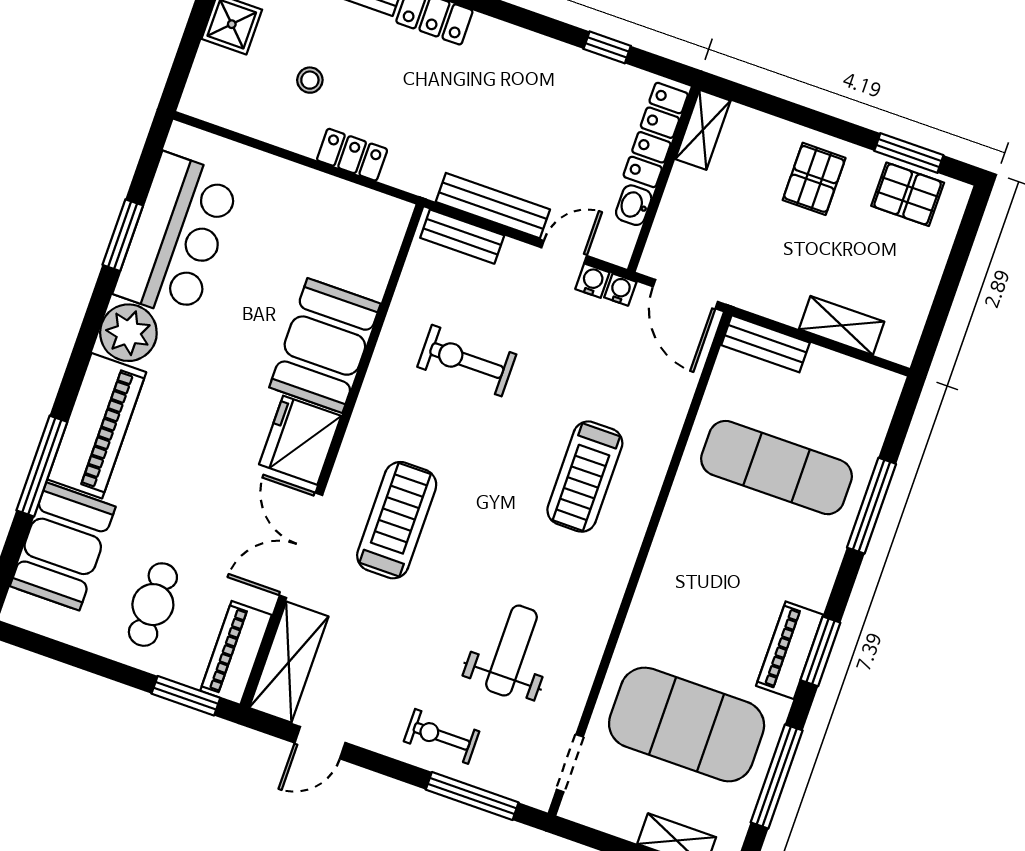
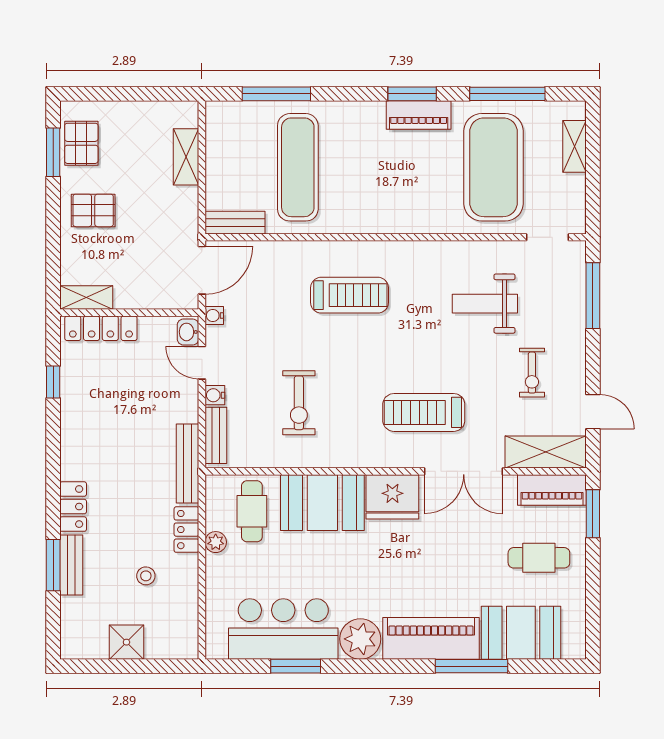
plant: (322, 187) -> (216, 542), added
washbasin: (634, 205) -> (188, 332), moved, turned 90
bench: (493, 206) -> (188, 464), moved
cafe table: (346, 249) -> (252, 511), added
water cooler: (592, 281) -> (215, 395), moved
bench: (765, 344) -> (235, 223), moved, turned 90
window: (871, 506) -> (276, 94), moved
exercise bike: (442, 736) -> (532, 373), moved

